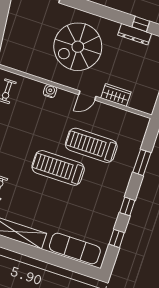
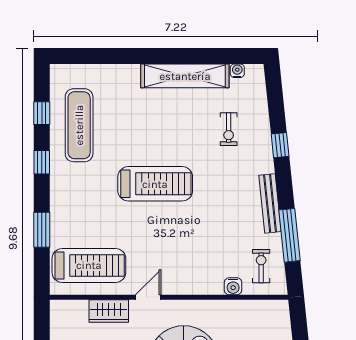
water cooler: (50, 91) -> (233, 286), moved
treadmill: (91, 145) -> (89, 265), moved
exercise mat: (75, 249) -> (79, 125), moved, turned 90

